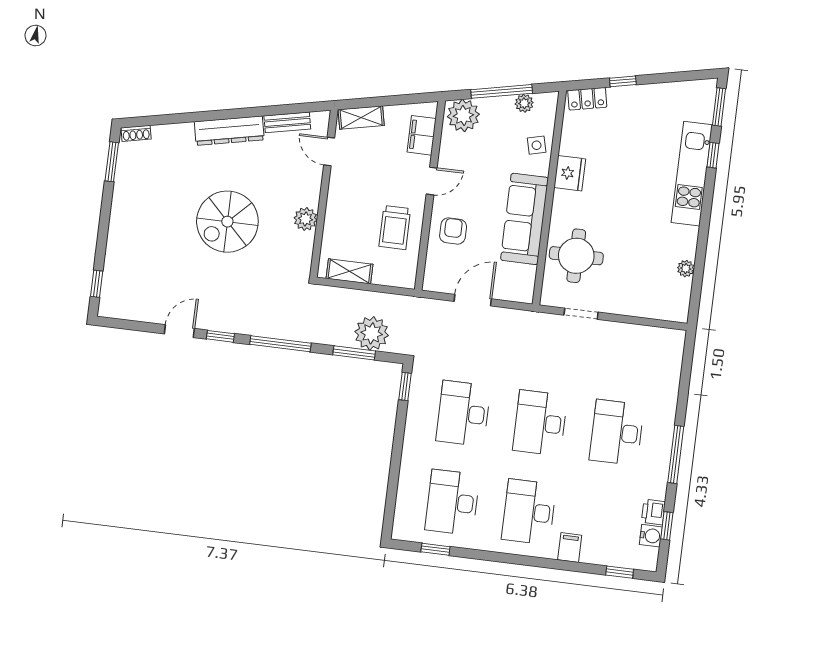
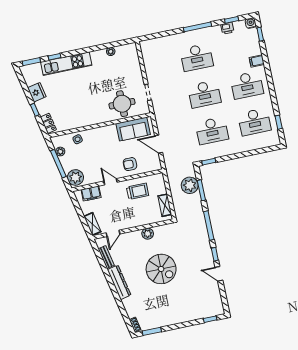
fridge: (570, 173) -> (37, 92), moved, turned 78
sofa: (524, 219) -> (133, 129), moved, width x0.73
water cooler: (651, 536) -> (251, 23), moved

